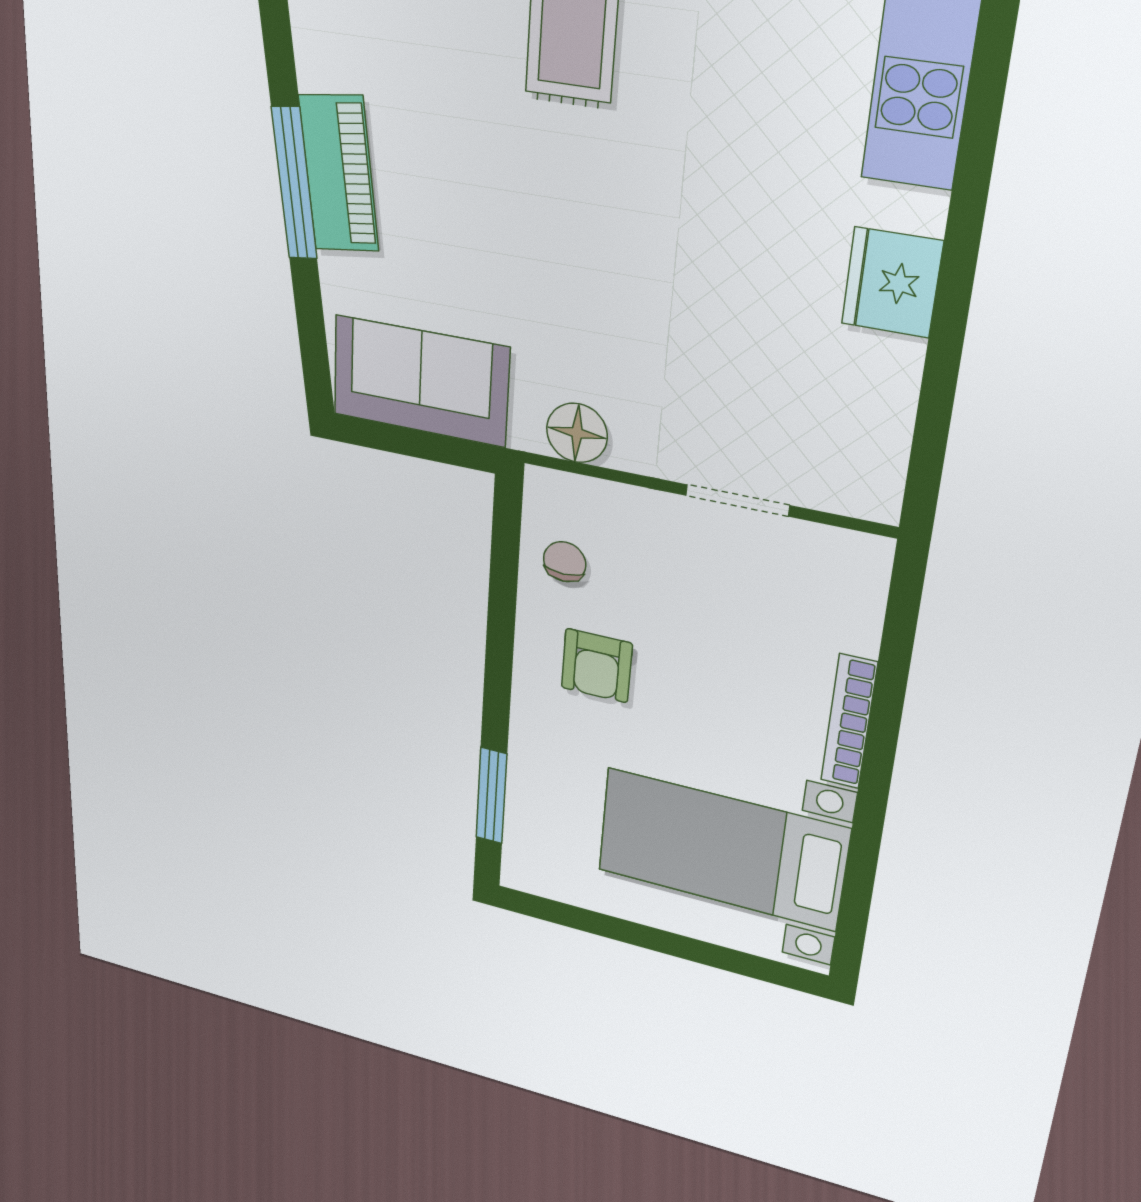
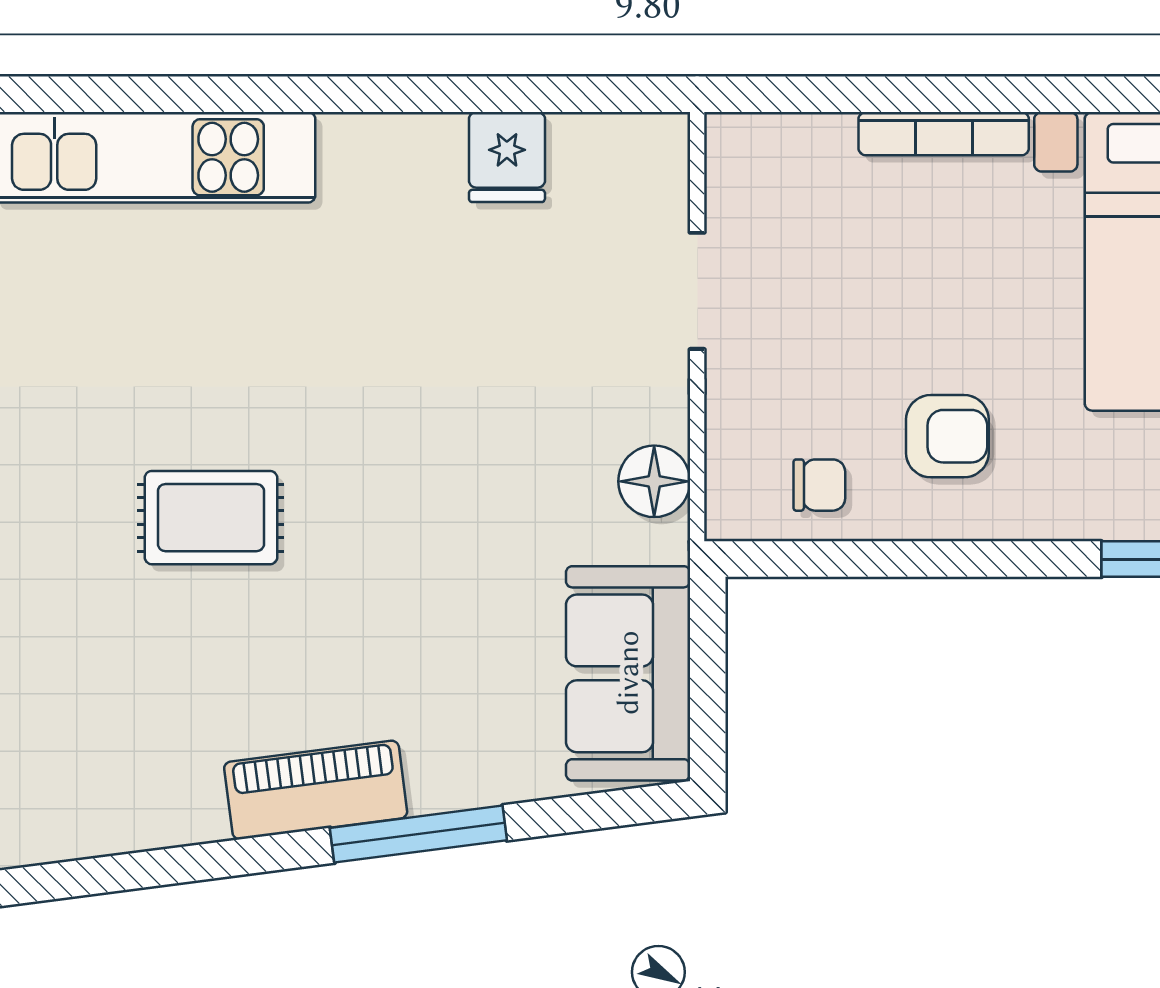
piano: (339, 174) -> (316, 790), moved
fridge: (892, 282) -> (507, 157), moved, width x0.72
chair: (565, 562) -> (819, 485), turned 180

